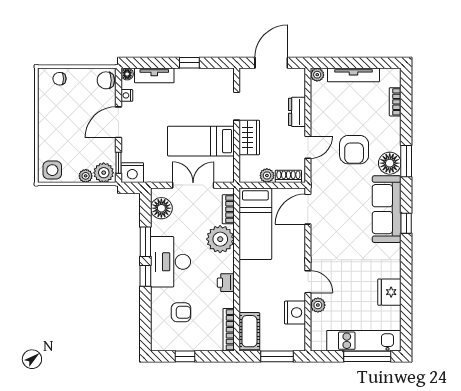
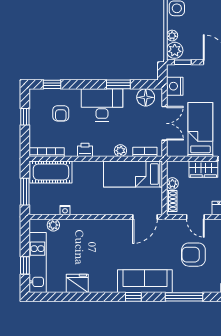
window: (406, 161) -> (184, 297), width x1.44
floor lamp: (390, 163) -> (182, 284), removed
nightstand: (132, 173) -> (175, 86), moved
door: (308, 209) -> (145, 217), swing flipped
plant: (220, 239) -> (120, 151), width x0.53, depth x0.53
window: (145, 276) -> (52, 84), moved
door: (308, 282) -> (86, 217), removed
plant: (318, 305) -> (53, 225), moved
nightstand: (295, 313) -> (65, 210), width x0.53, depth x0.56
cot: (249, 331) -> (51, 172), width x1.37, depth x1.34
window: (367, 356) -> (25, 265), width x0.46

